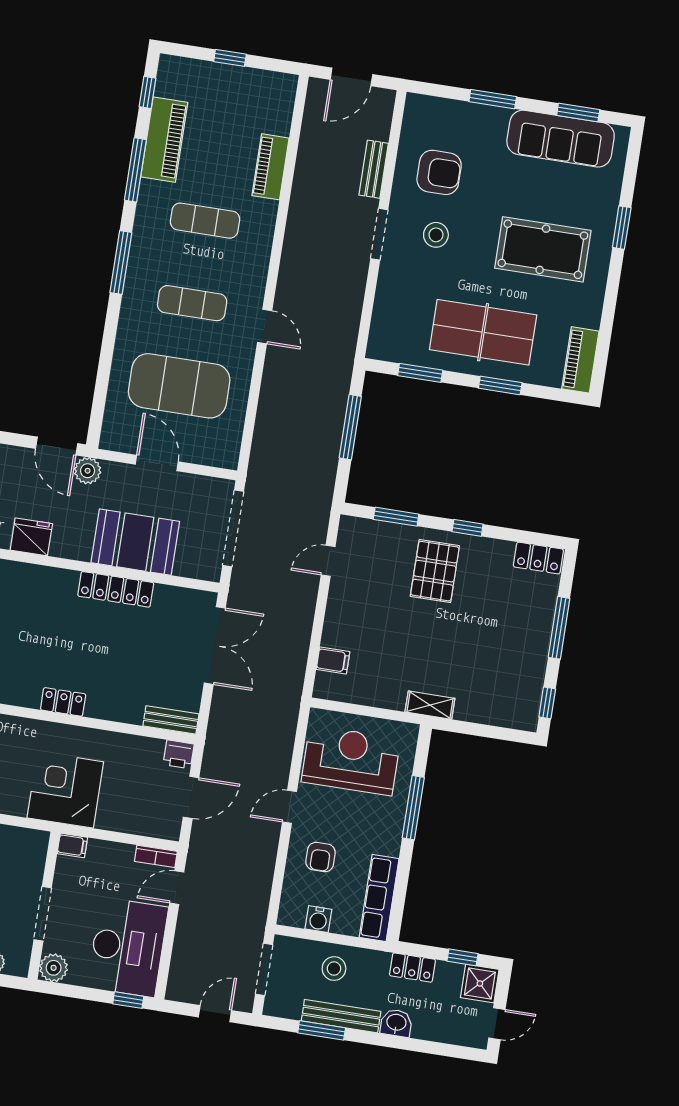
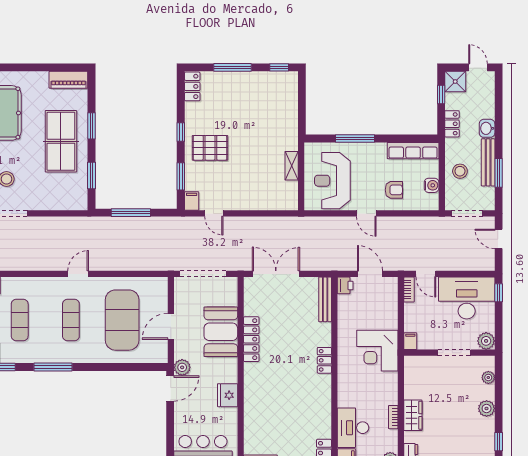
filing cabinet: (333, 660) -> (192, 201), moved
shelving: (430, 705) -> (292, 166), moved
bench: (171, 720) -> (325, 299), width x1.36

